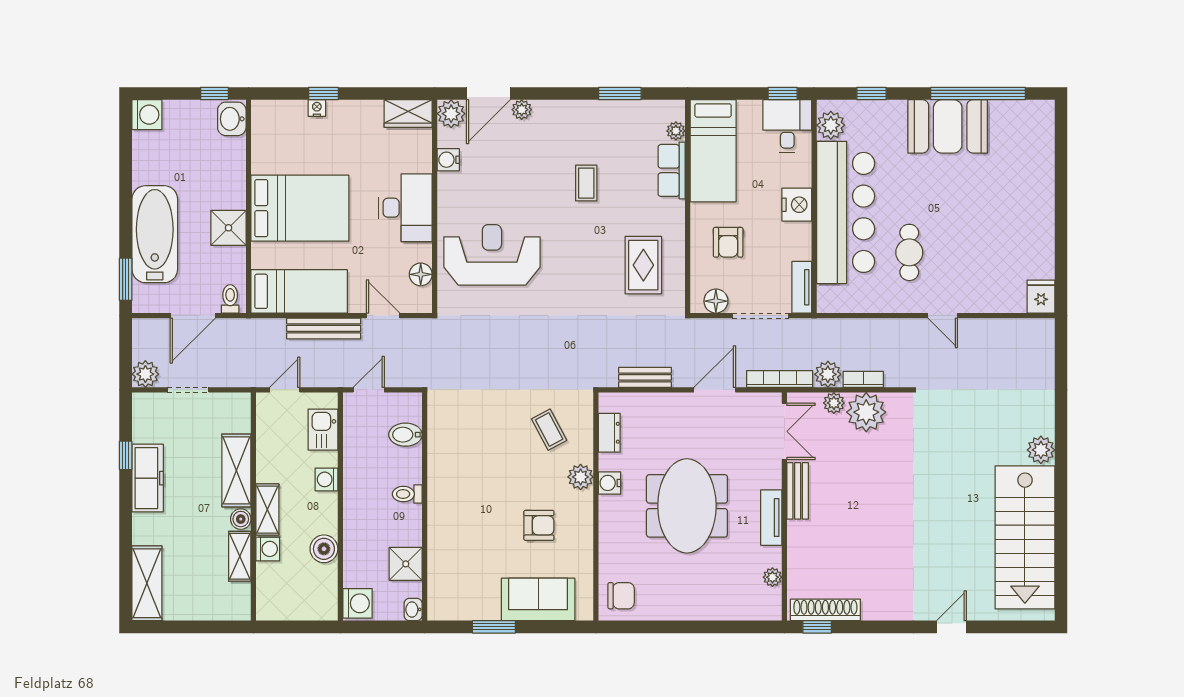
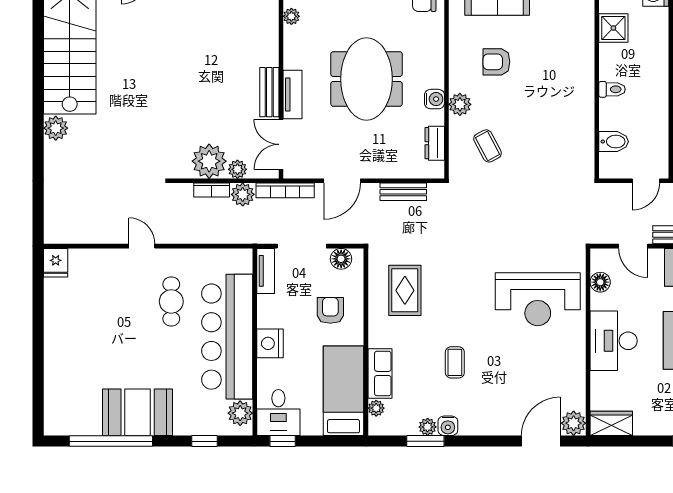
plant: (522, 110) -> (428, 427), moved
water cooler: (448, 160) -> (448, 426), moved, turned 90
tv unit: (771, 518) -> (292, 95), moved

